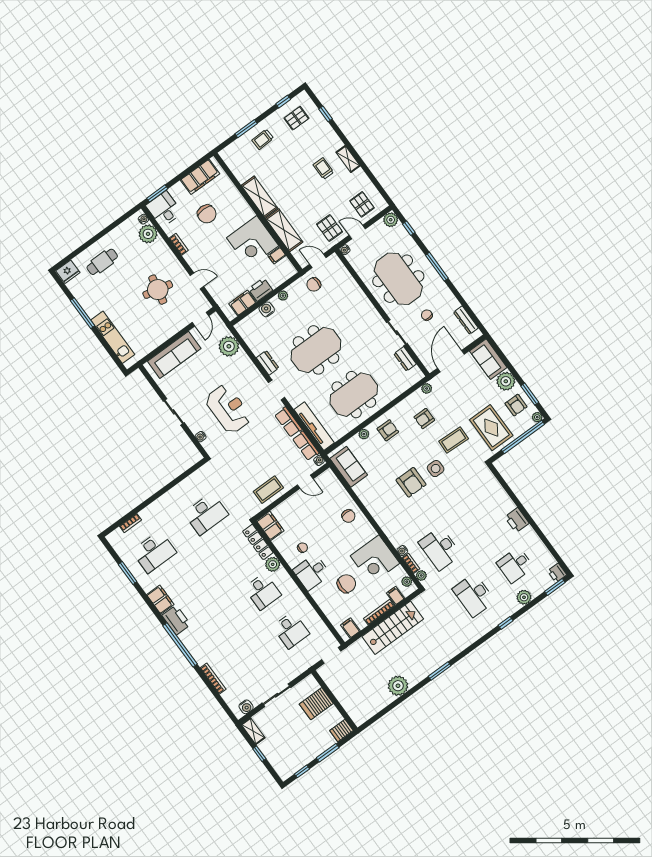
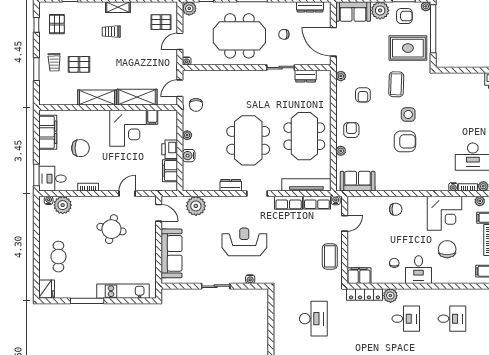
pallet: (330, 228) -> (79, 64), moved

